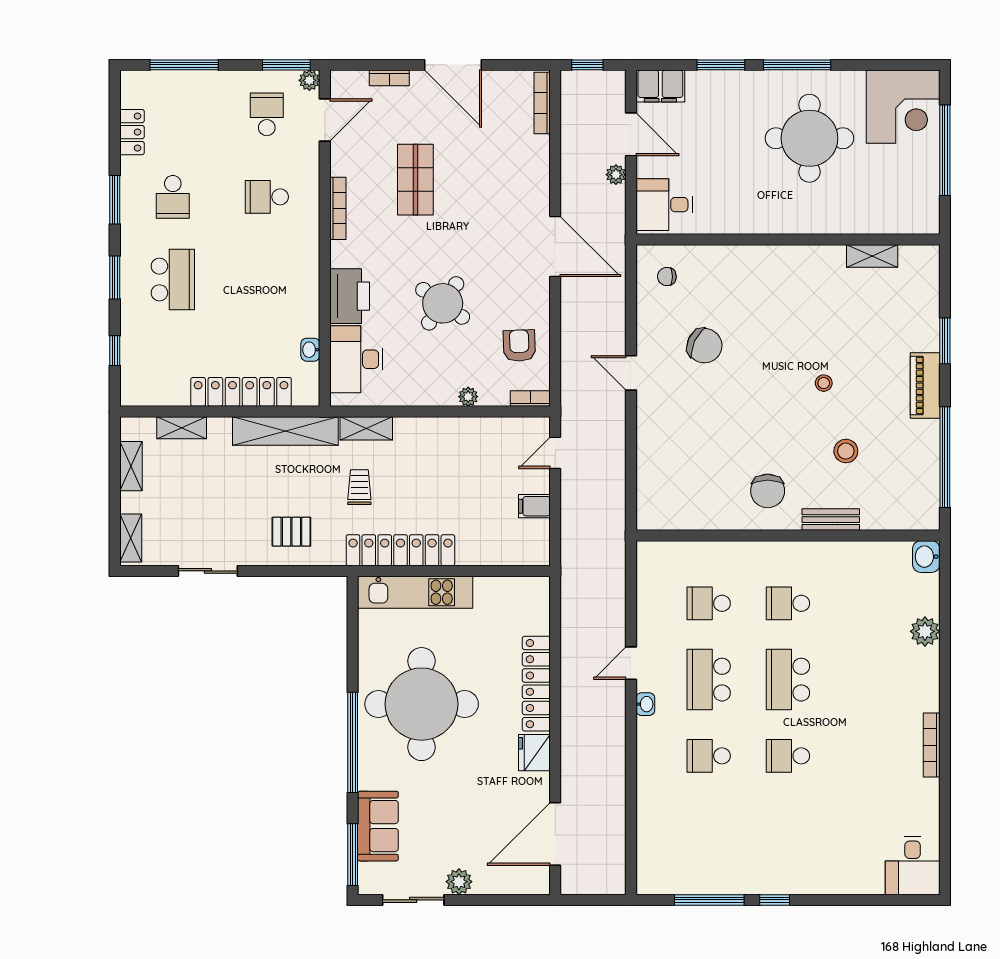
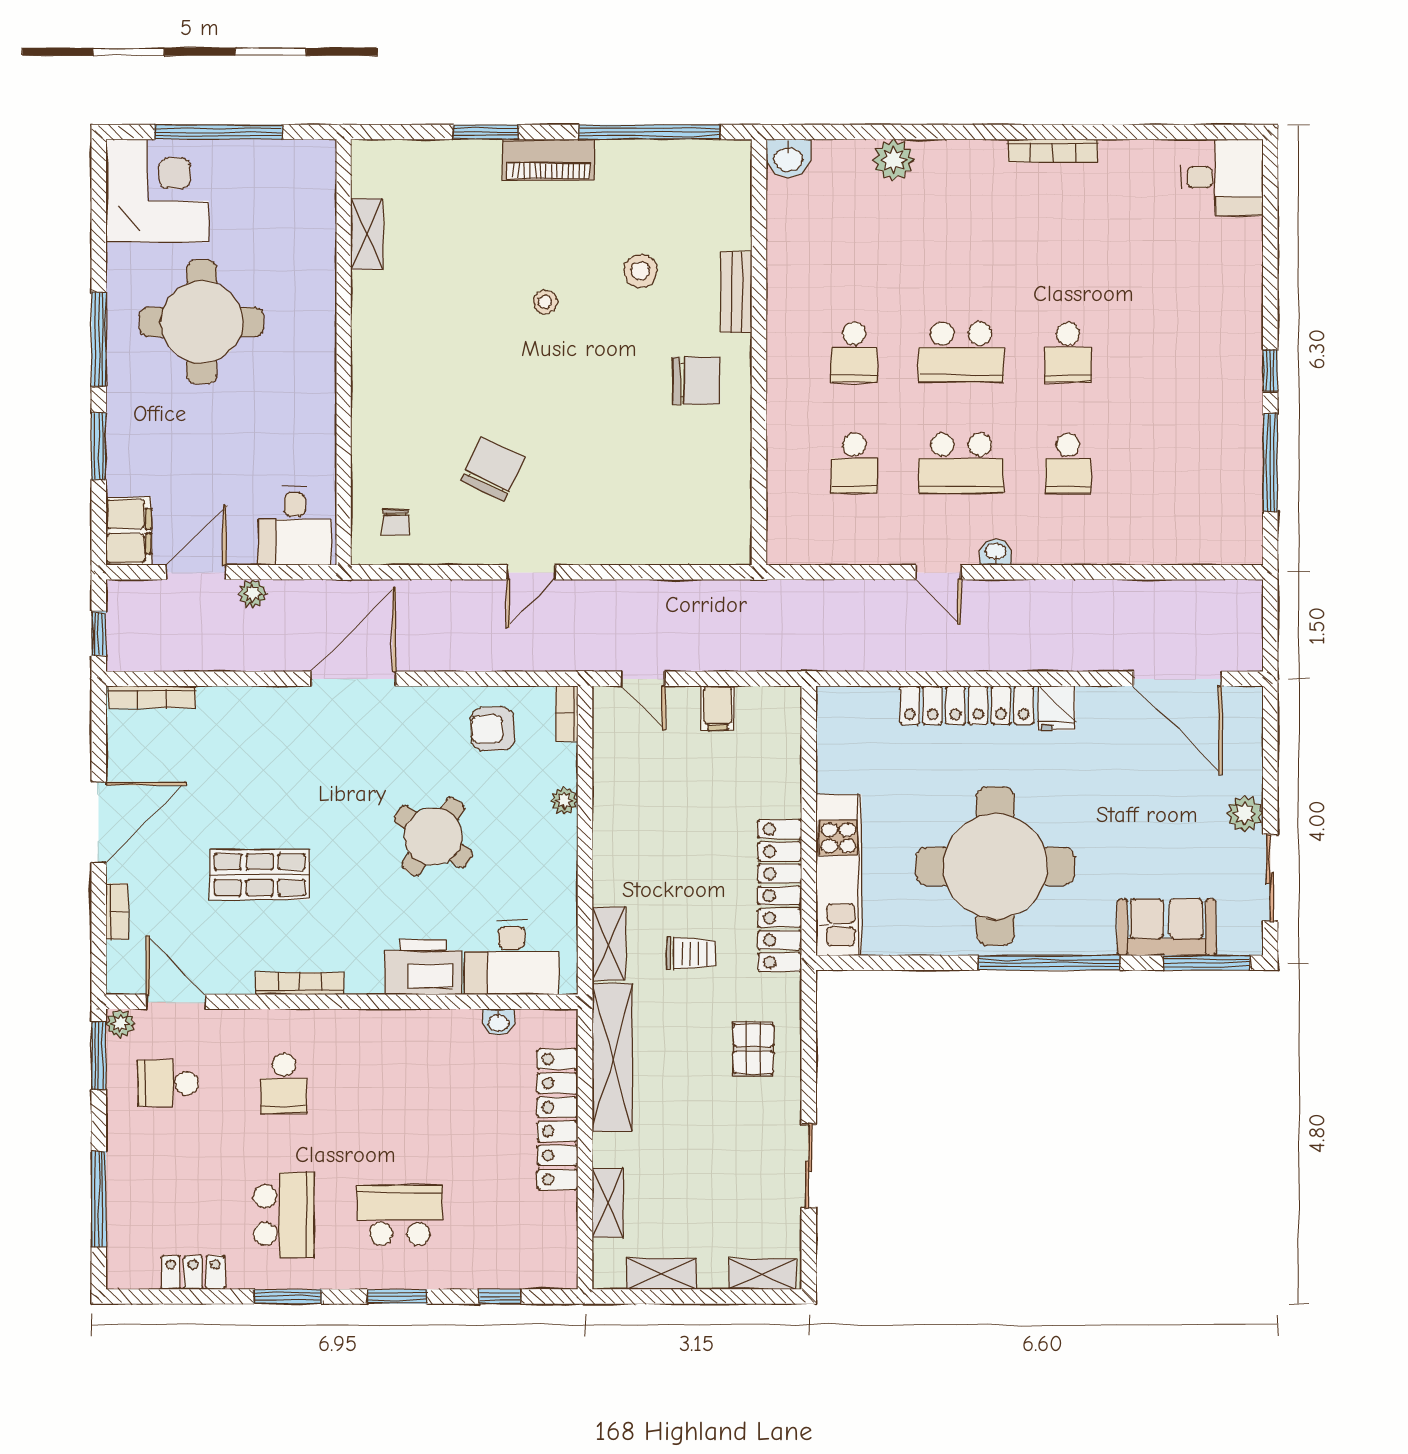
school desk: (173, 197) -> (284, 1215), width x1.85
trolley: (359, 487) -> (691, 953), turned 180
fridge: (534, 753) -> (1057, 708), width x0.72

